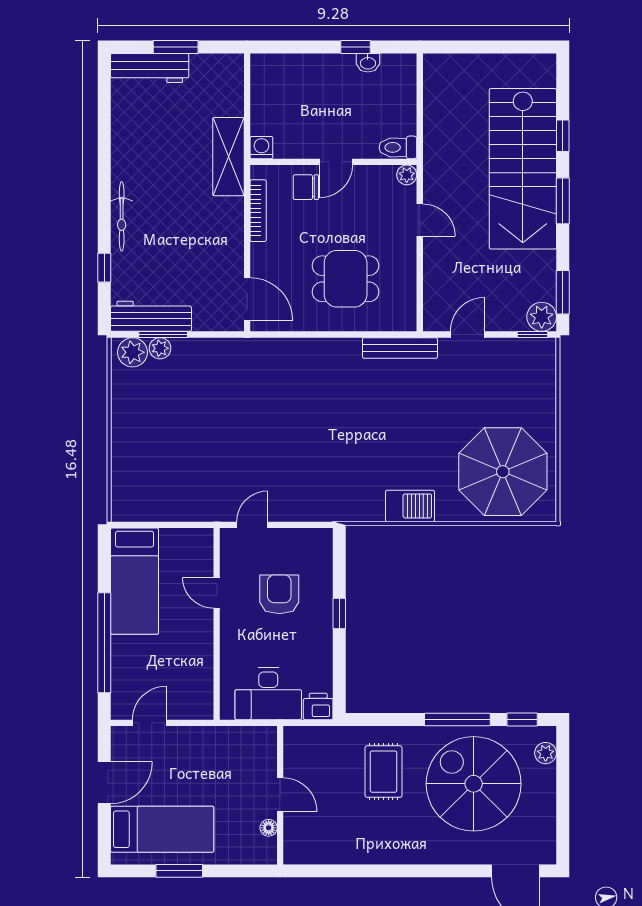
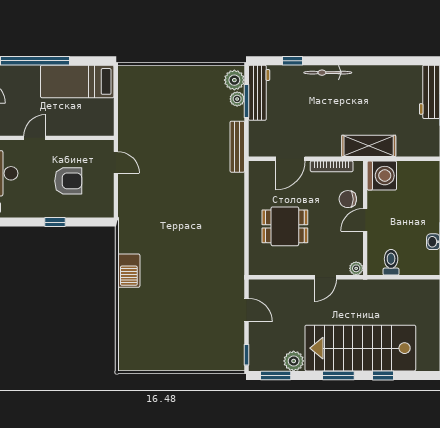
toilet: (398, 147) -> (391, 262), moved
washing machine: (261, 148) -> (382, 176), width x1.89, depth x1.89
door: (336, 162) -> (365, 220), hinge flipped
chair: (306, 187) -> (348, 199), turned -90
dining table: (346, 279) -> (285, 226), turned 90
door: (247, 299) -> (290, 159), moved
plant: (542, 317) -> (294, 361), moved
bench: (400, 348) -> (237, 147), moved
parasol: (503, 472) -> (152, 334), removed
door: (217, 593) -> (35, 138), moved

